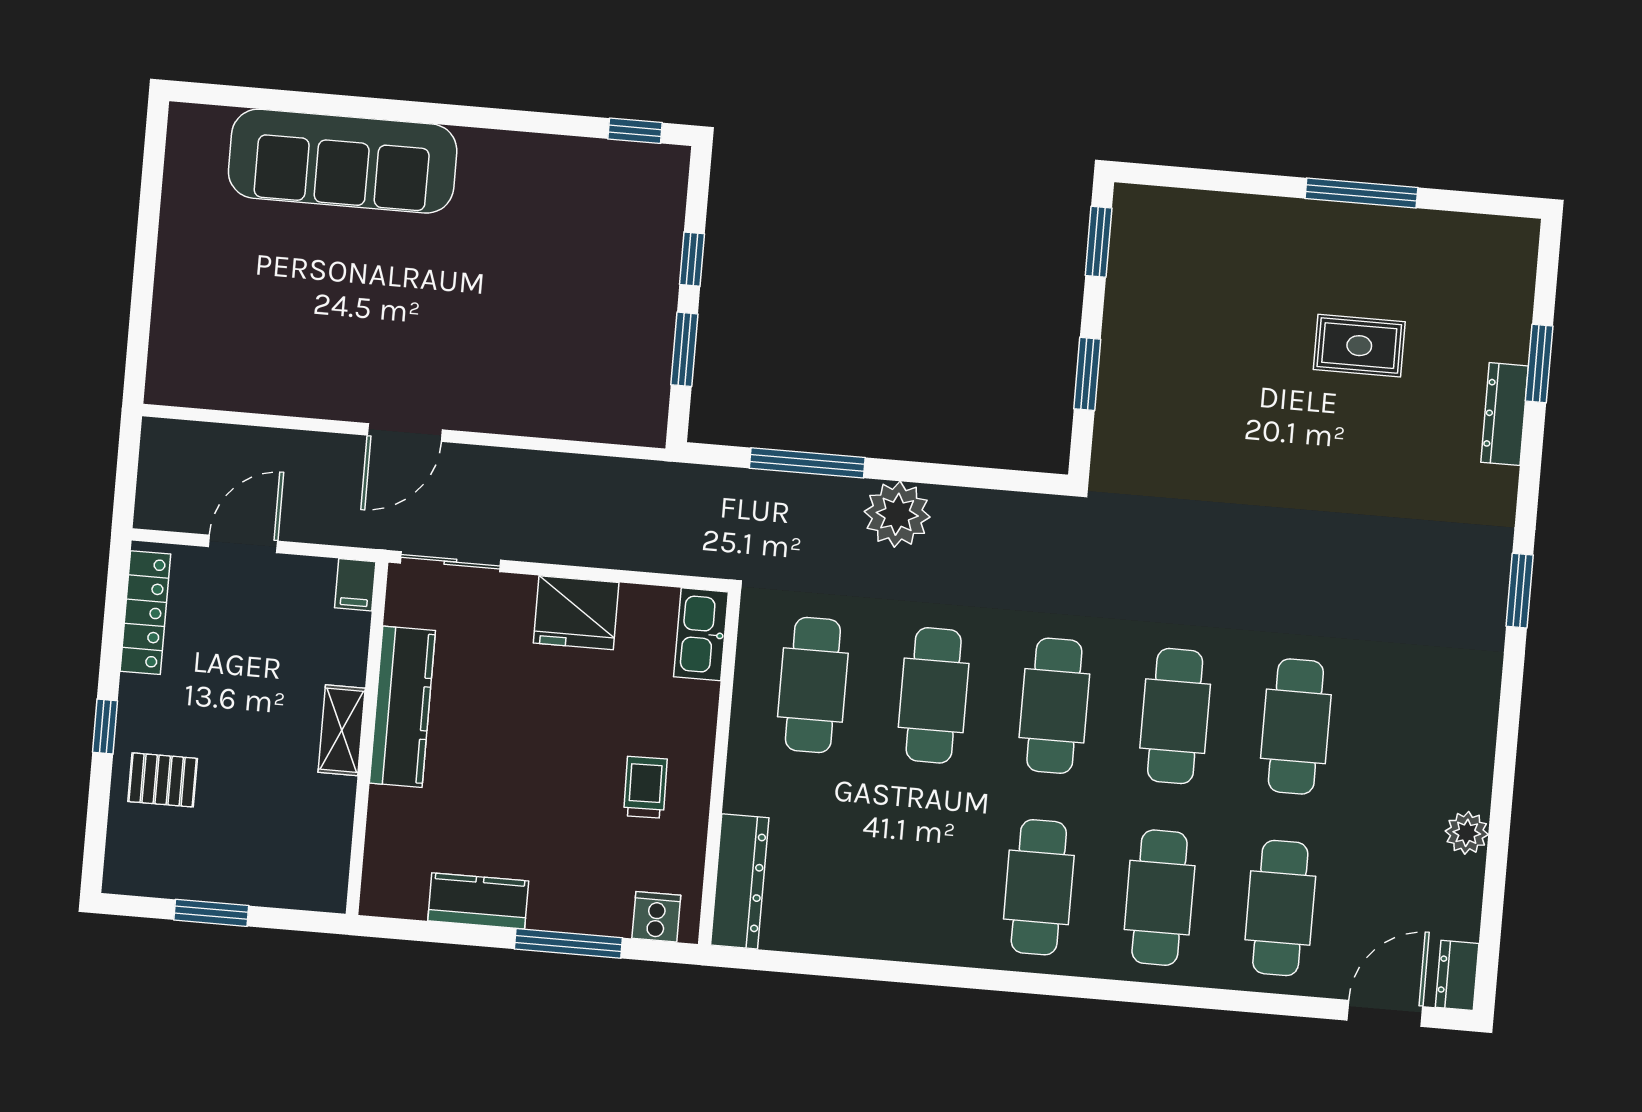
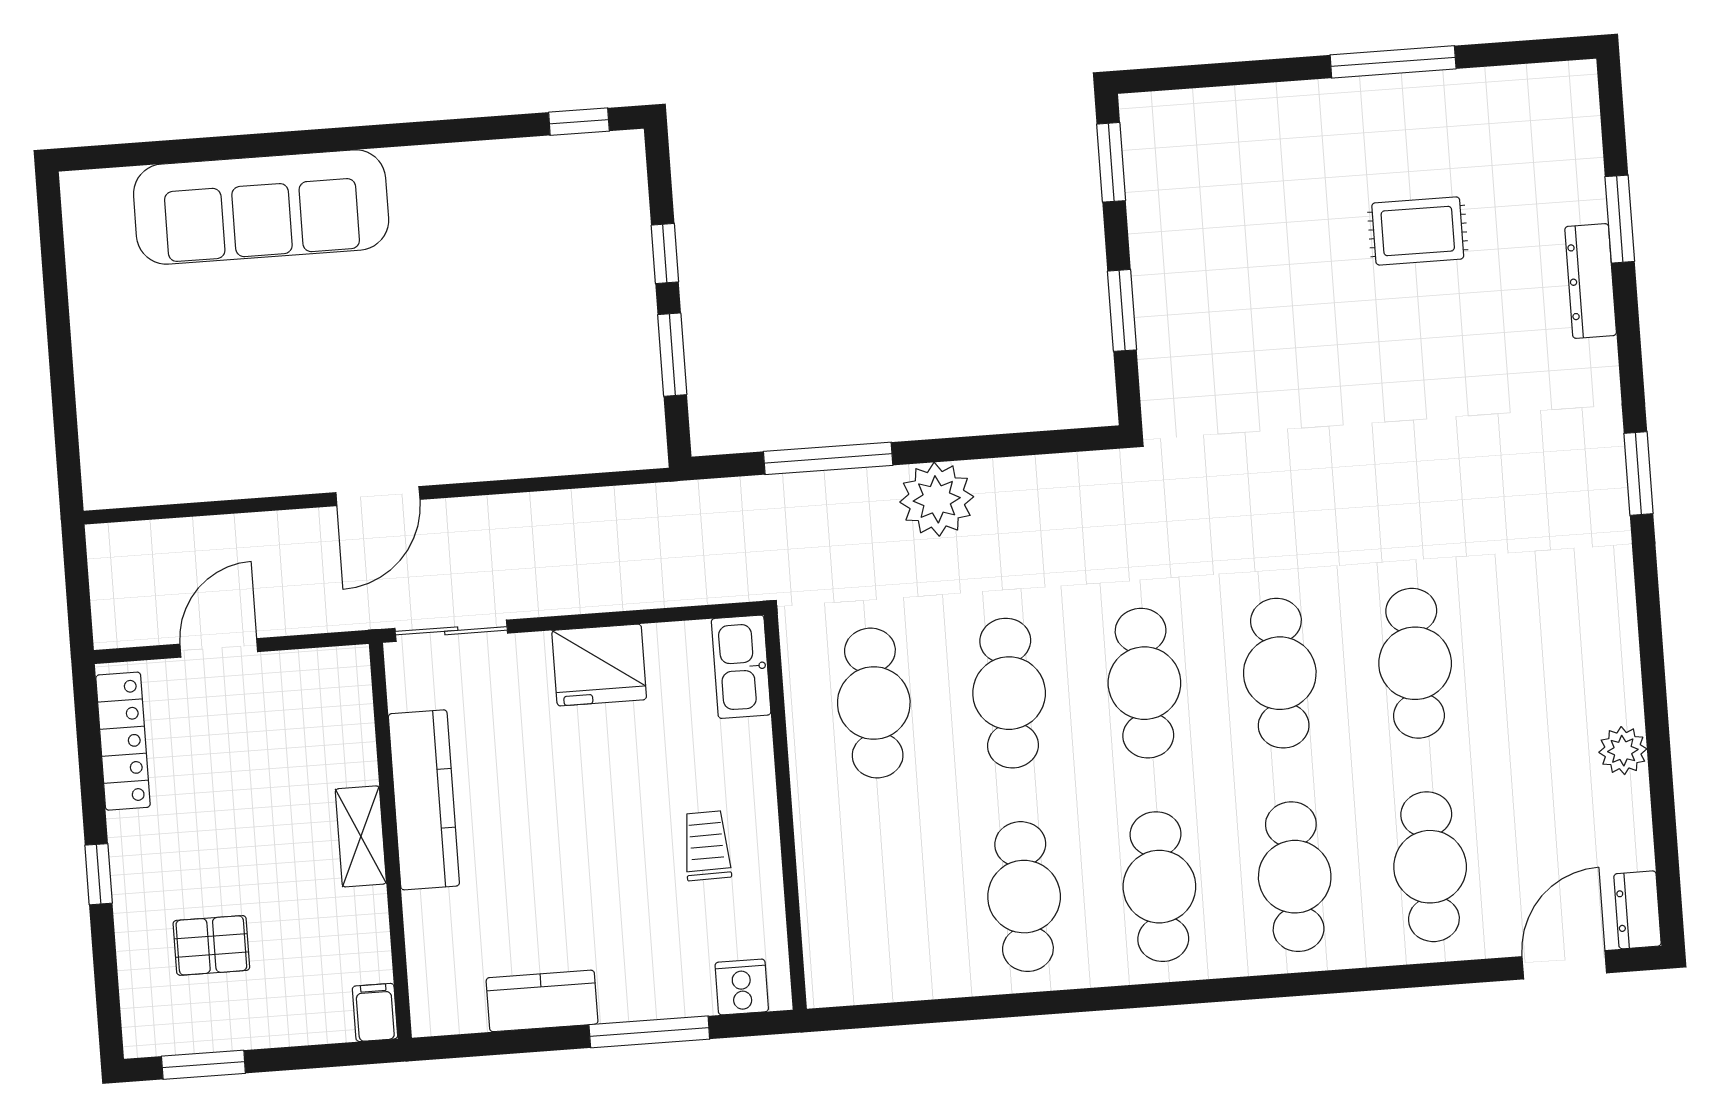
filing cabinet: (355, 585) -> (375, 1012), moved, turned 180
pallet: (163, 780) -> (211, 945), moved
cafe table: (918, 877) -> (1024, 897), added
dresser: (740, 881) -> (828, 933), removed
window: (211, 913) -> (203, 1065), moved

